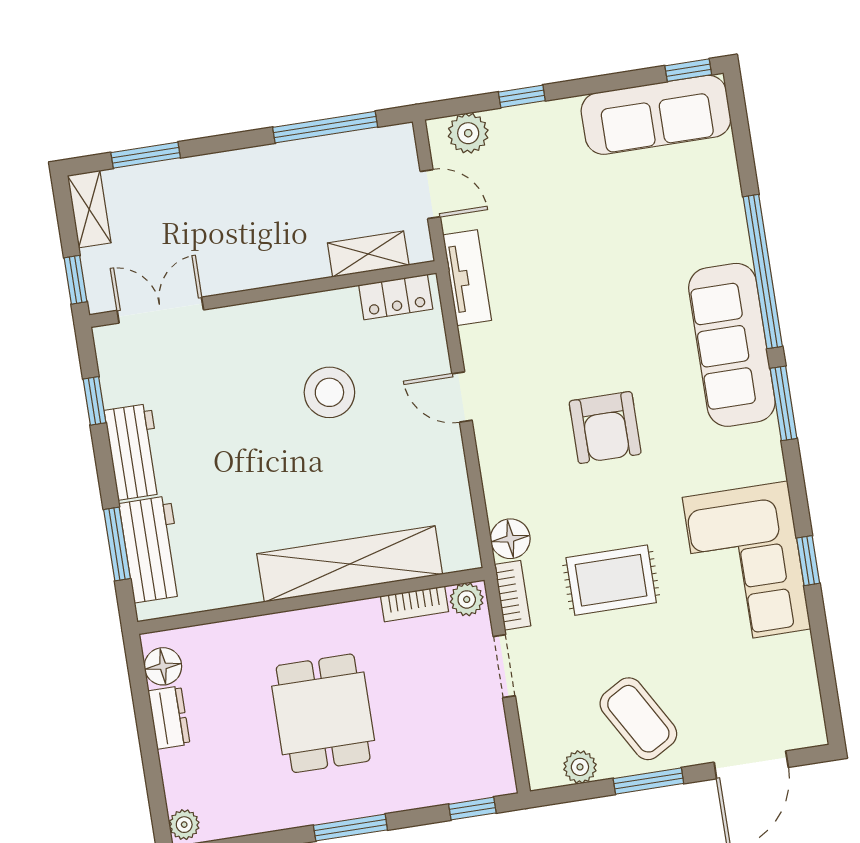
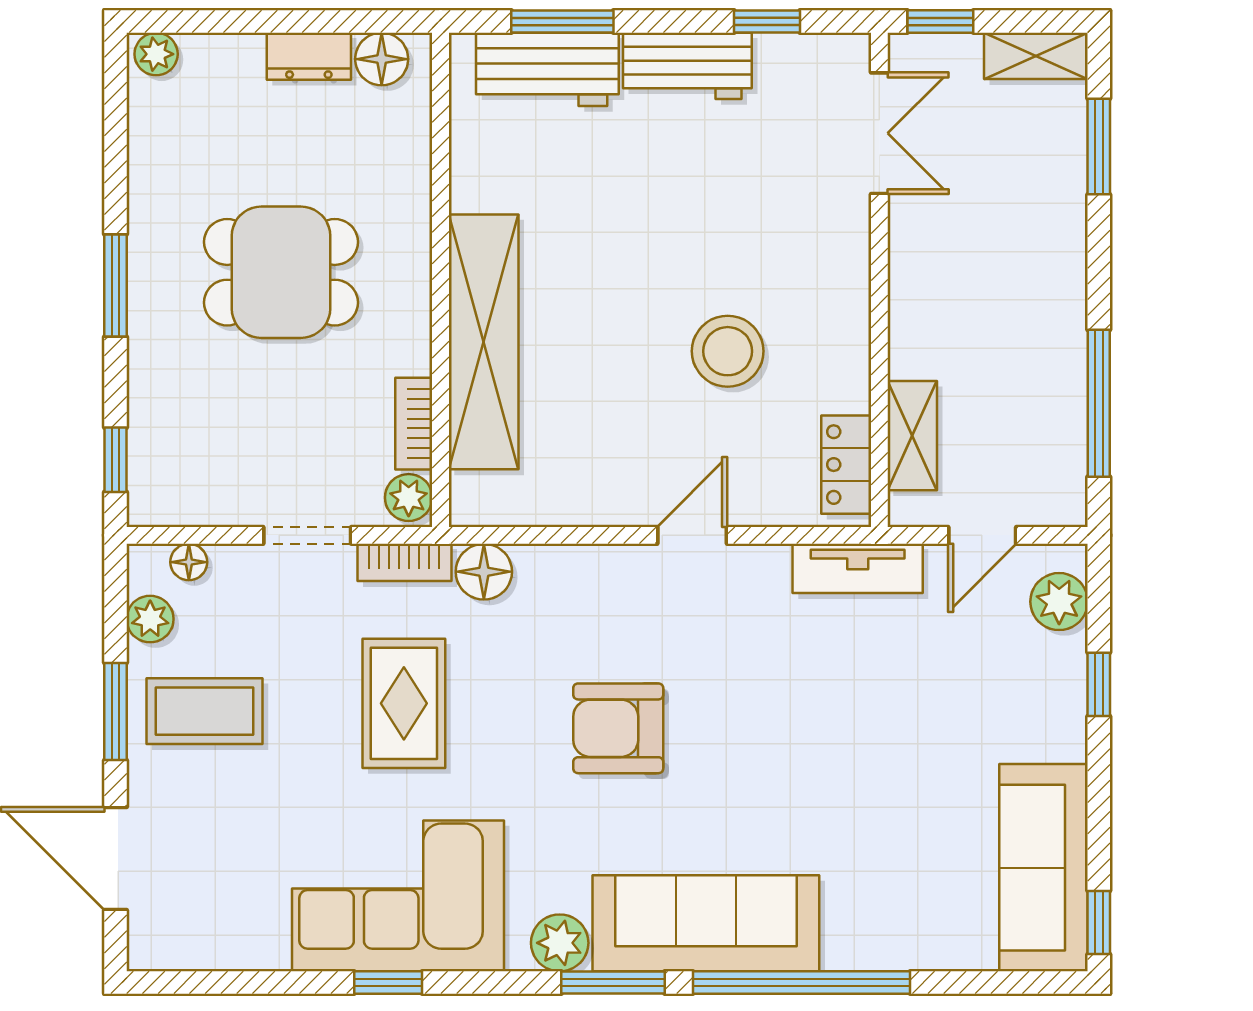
plant: (762, 445) -> (560, 943), added
coffee table: (638, 719) -> (205, 711), turned 30
floor lamp: (536, 746) -> (189, 562), added

